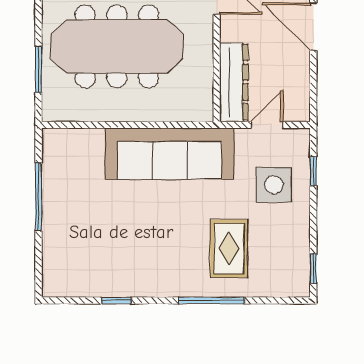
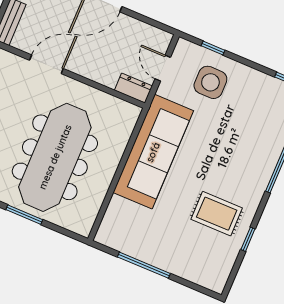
window: (38, 69) -> (24, 215), moved
dresser: (234, 82) -> (133, 88), width x0.51, depth x0.80
rug: (229, 249) -> (217, 214), moved

